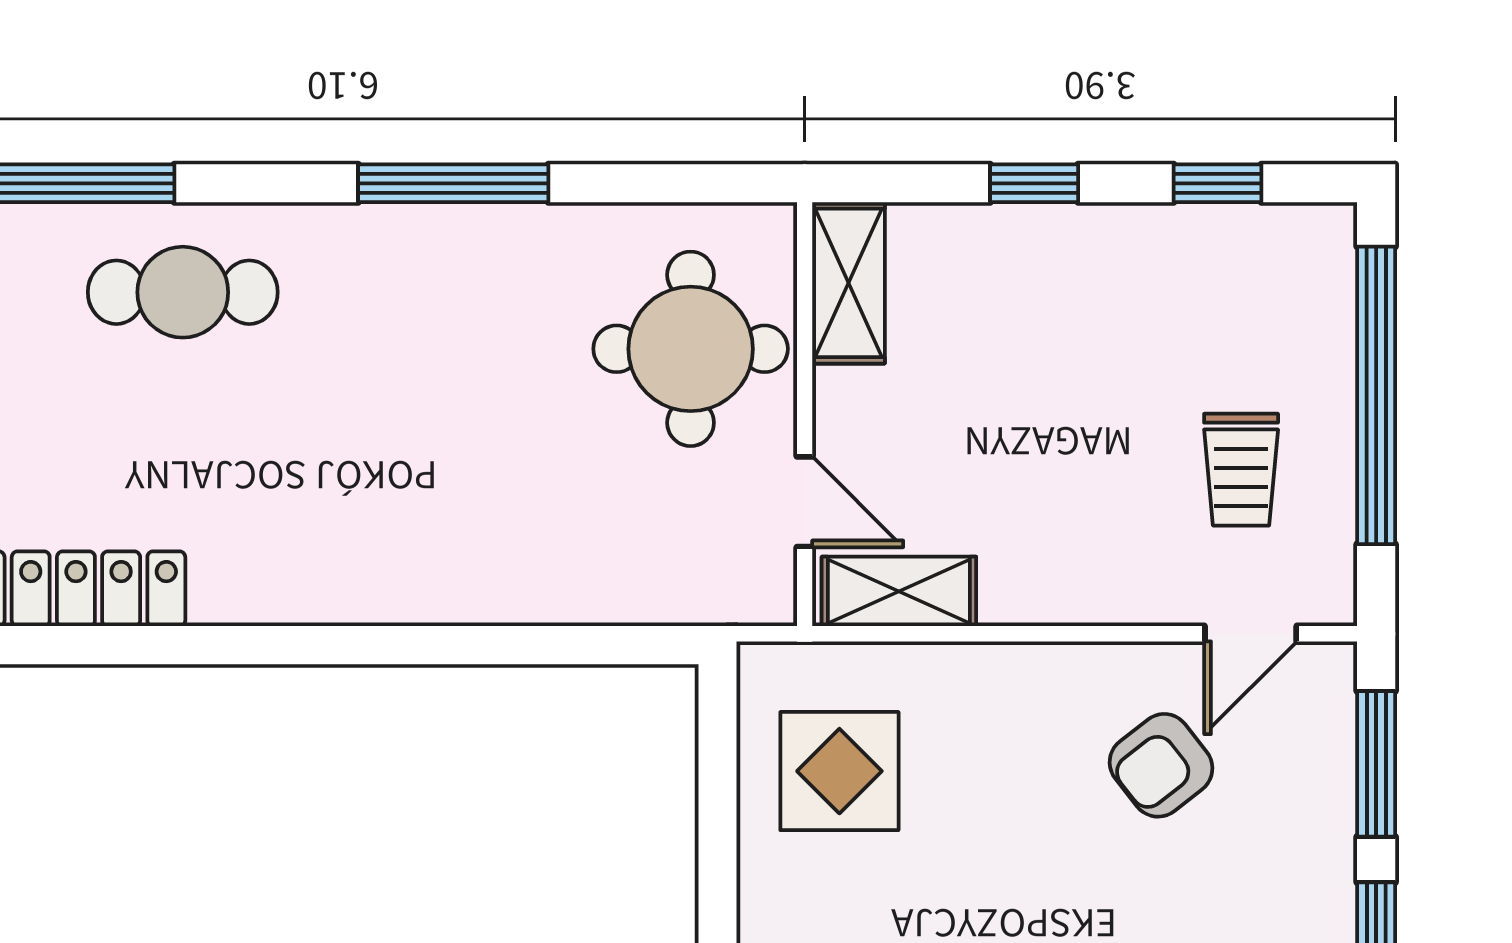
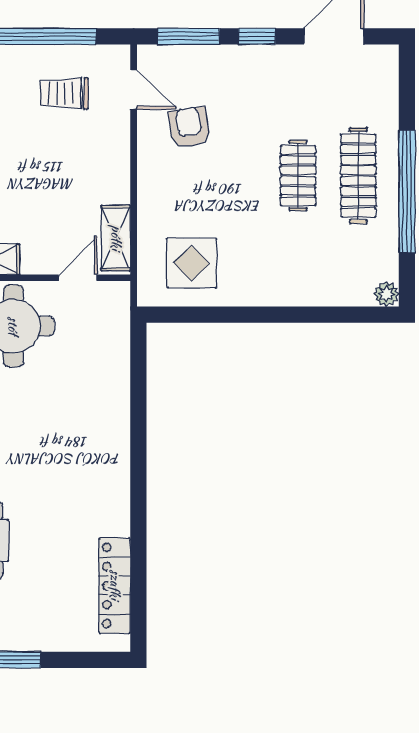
trolley: (1241, 470) -> (64, 94), turned 180
armchair: (1161, 765) -> (189, 127), turned -150

